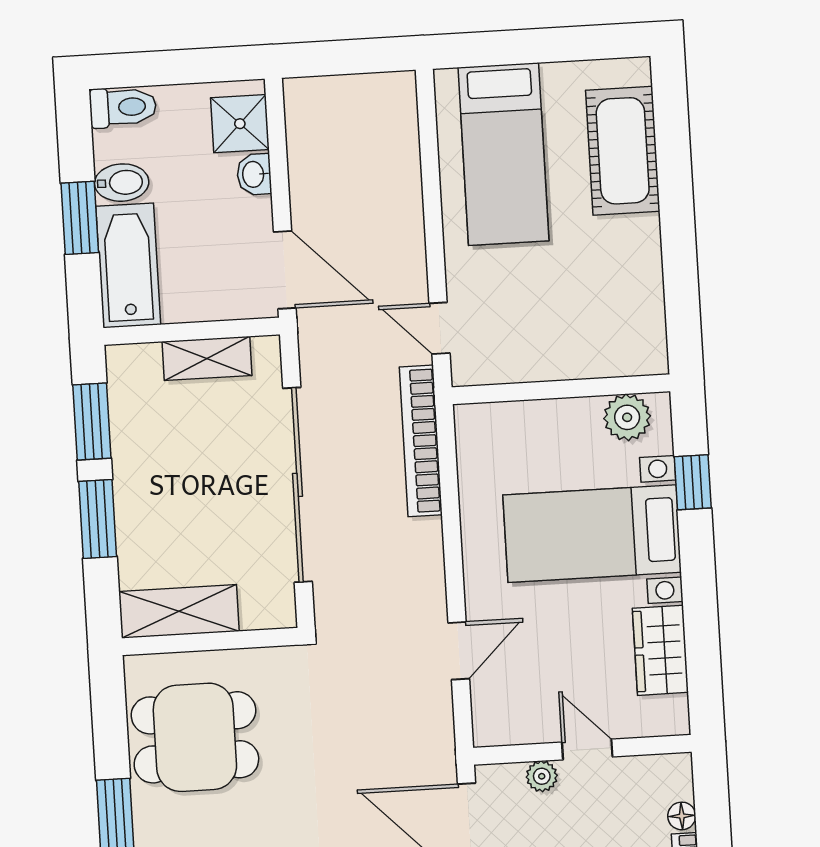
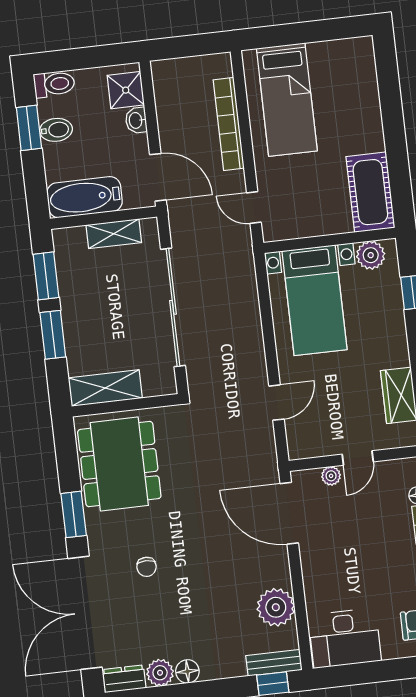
cot: (623, 151) -> (370, 192), moved
window: (80, 218) -> (29, 128), moved
bathtub: (128, 265) -> (85, 197), moved, turned -90
bookcase: (421, 441) -> (229, 124), moved
bed with nightstands: (592, 534) -> (315, 300), moved, turned -90
dining table: (195, 737) -> (119, 464), width x1.38
door: (587, 749) -> (358, 458), swing flipped

